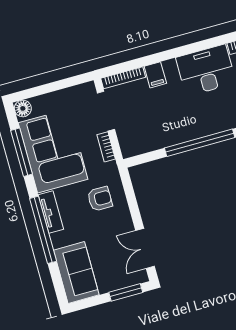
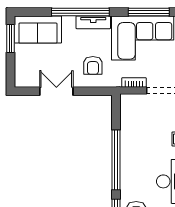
double door: (145, 248) -> (56, 91), moved
window: (126, 292) -> (10, 38), moved

